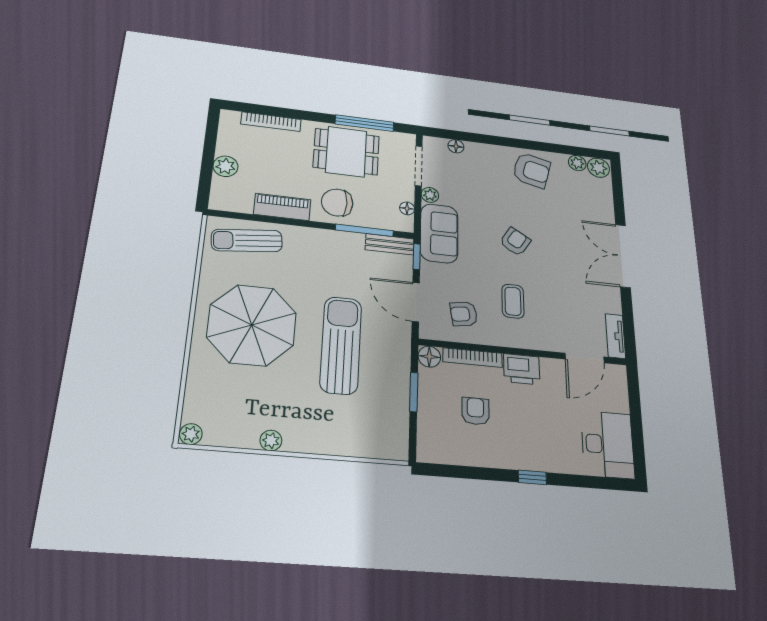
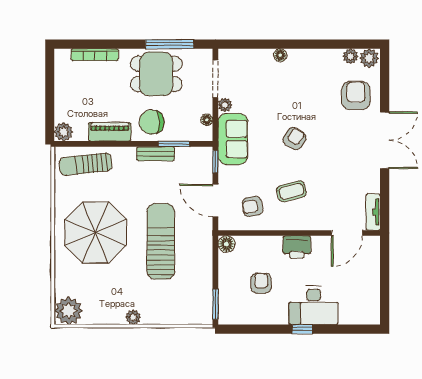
floor lamp: (456, 146) -> (280, 55), moved
plant: (225, 166) -> (64, 132), moved
armchair: (532, 170) -> (356, 96), moved, turned -104
window: (364, 230) -> (174, 144), width x0.69
bench: (390, 244) -> (156, 154), moved
double door: (623, 256) -> (385, 140), swing flipped
coffee table: (513, 301) -> (291, 191), turned 75
bookcase: (473, 358) -> (259, 241), removed
window: (414, 392) -> (215, 304), moved
plant: (191, 434) -> (69, 311), width x1.88, depth x1.88
plant: (271, 441) -> (133, 317), moved
desk: (608, 444) -> (314, 305), moved, turned 90

